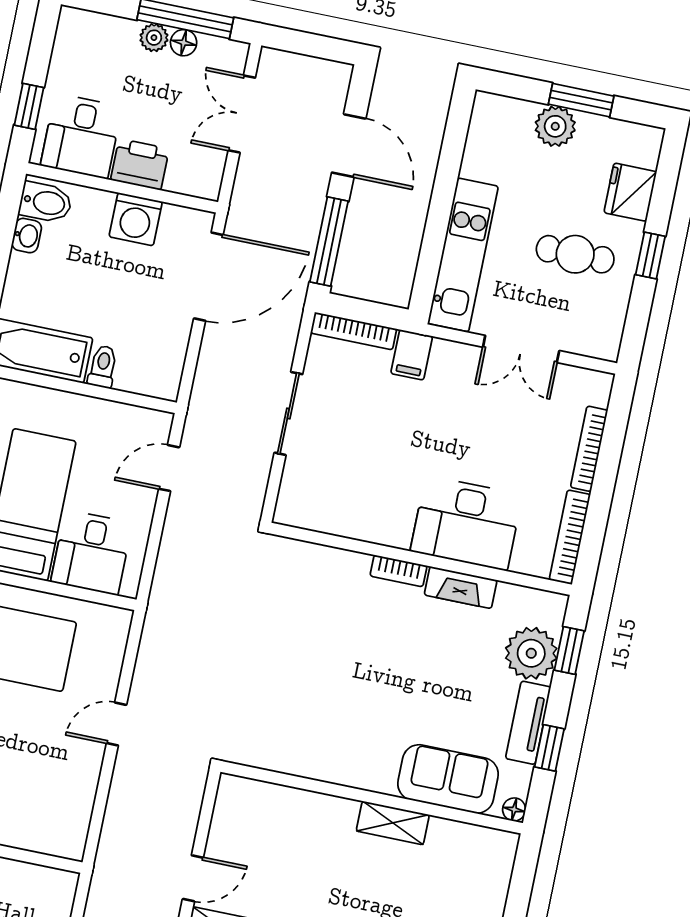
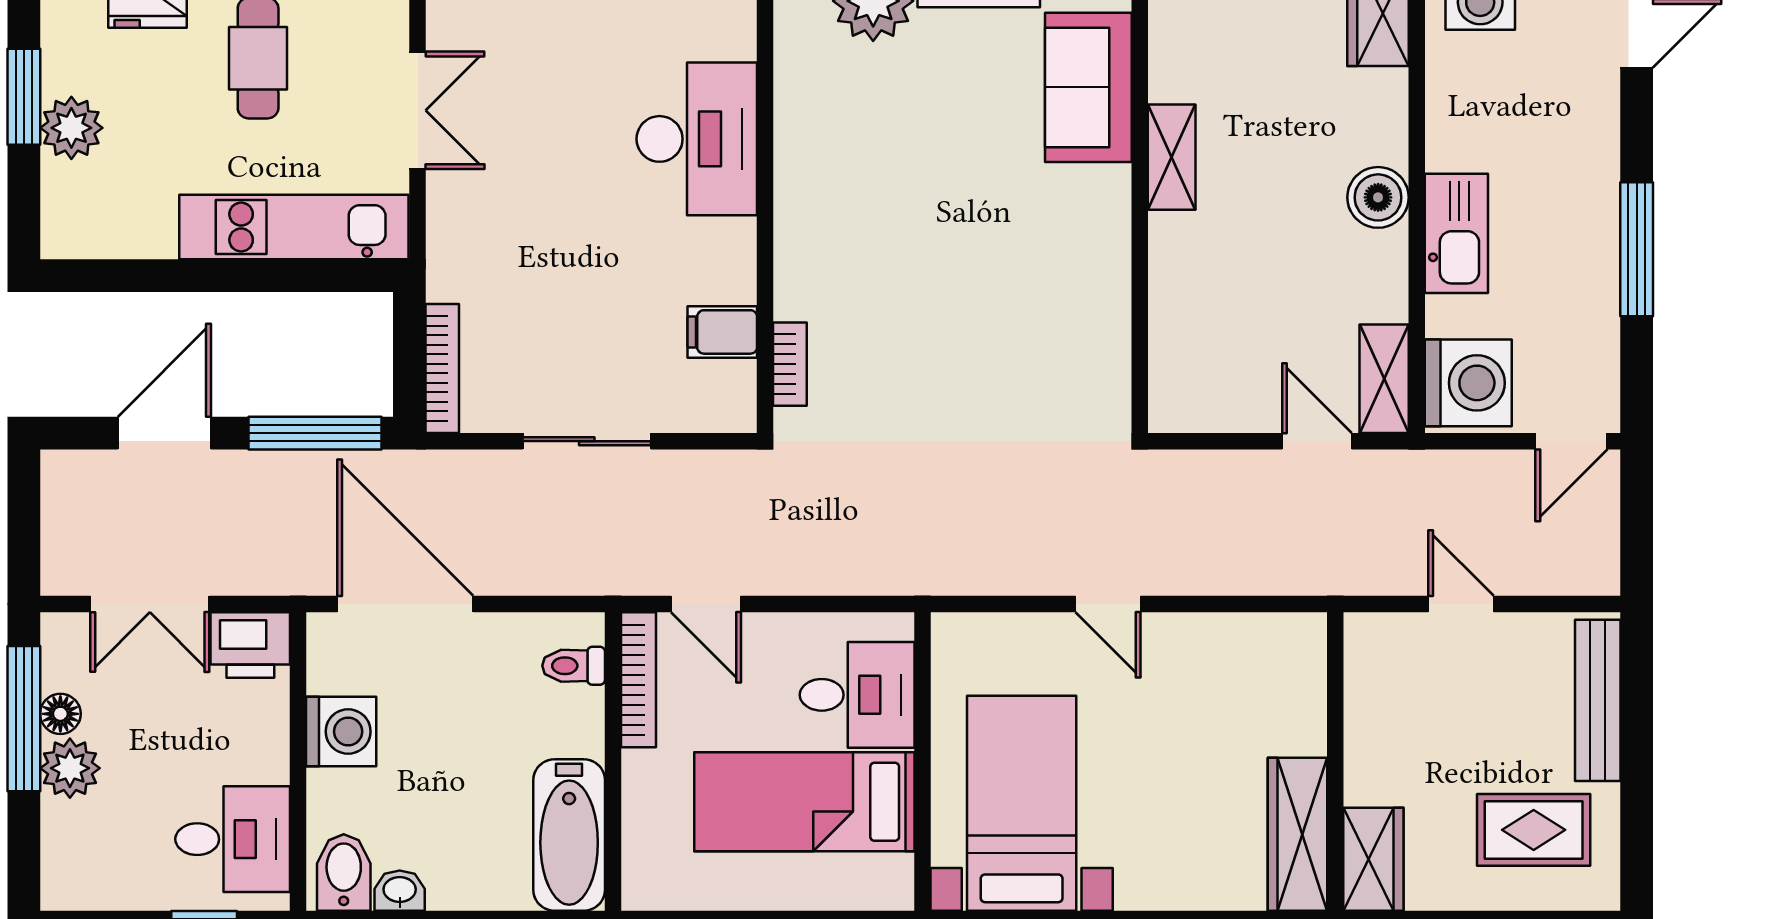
plant: (154, 38) -> (70, 768), width x1.38, depth x1.38
printer: (140, 164) -> (250, 645), moved, turned -90
filing cabinet: (412, 355) -> (722, 332), moved, turned 180
toilet: (103, 367) -> (574, 666), moved
bookcase: (130, 415) -> (638, 680), added
bookcase: (399, 571) -> (790, 364), moved
fireplace: (461, 587) -> (796, 128), removed

